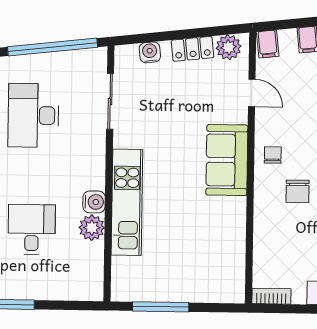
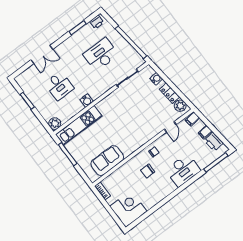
sofa: (227, 160) -> (107, 161), moved
kitchen unit: (127, 202) -> (79, 125), moved
plant: (92, 228) -> (55, 124), moved
desk: (32, 230) -> (59, 86), turned 90

